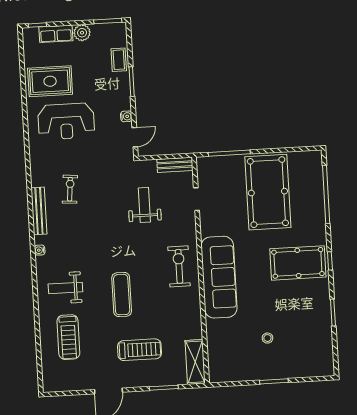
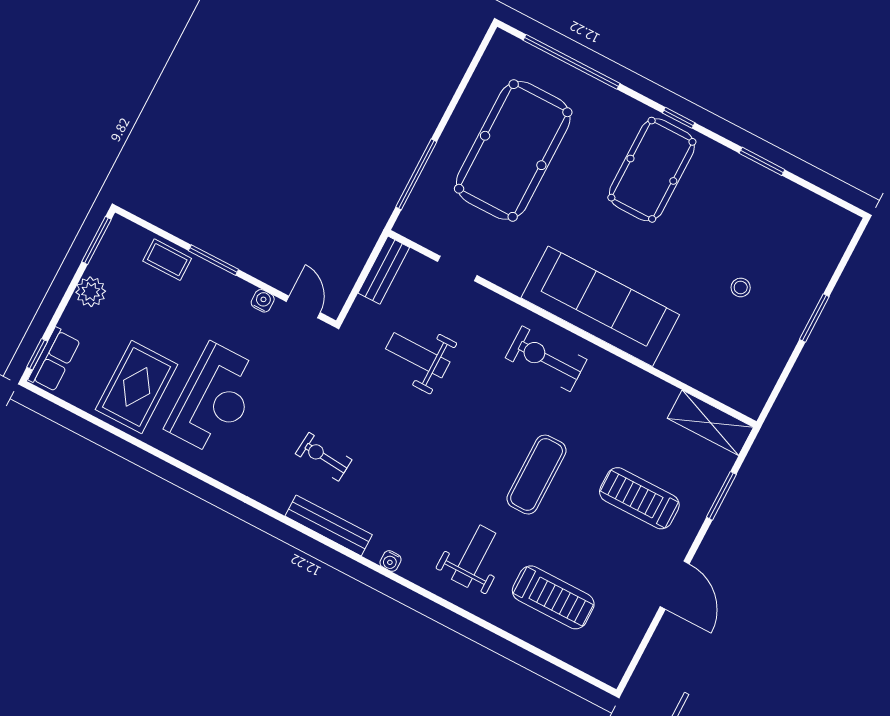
row of seats: (56, 34) -> (54, 360), moved
pool table: (268, 192) -> (513, 150), turned 90
weight bench: (65, 288) -> (474, 556), turned 180
exercise mat: (122, 295) -> (537, 475), turned 90
treadmill: (139, 350) -> (639, 498), turned -90

